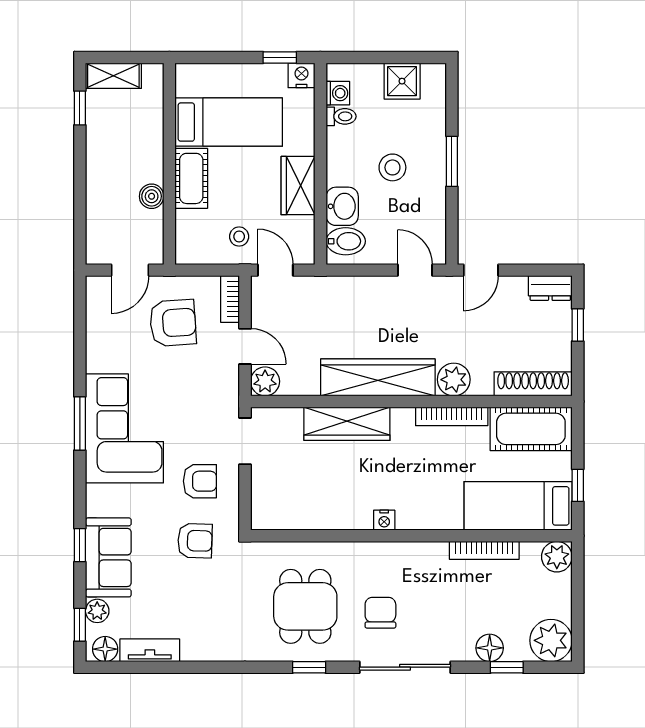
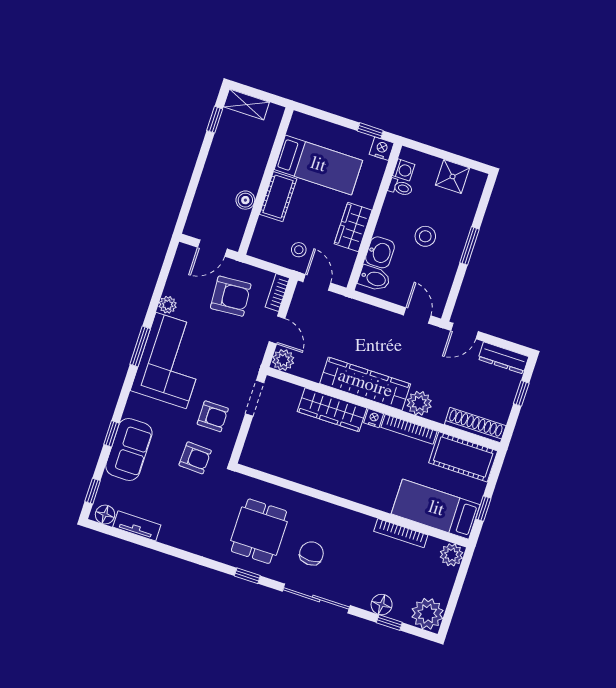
dresser: (550, 288) -> (503, 358), width x1.44
nightstand: (384, 520) -> (374, 418), moved, turned 180
plant: (97, 611) -> (168, 305), moved

